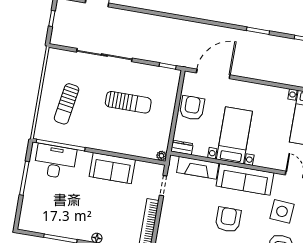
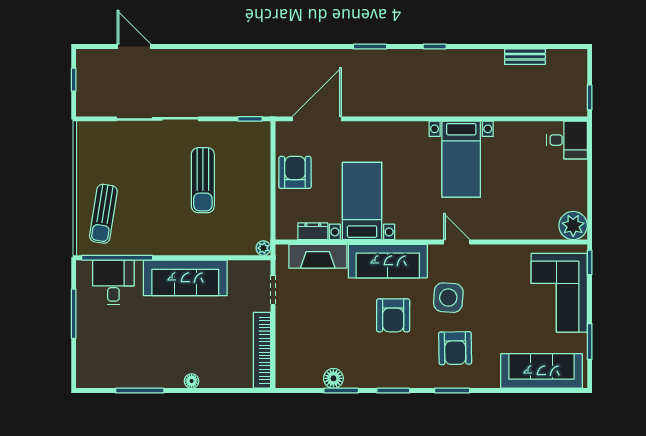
sun lounger: (128, 102) -> (203, 180), turned 90
sun lounger: (67, 104) -> (103, 214), moved
dresser: (182, 147) -> (313, 231), moved
desk: (55, 161) -> (113, 282), width x0.73
sofa: (112, 168) -> (185, 278), width x1.36
armchair: (228, 220) -> (393, 315), moved, turned 180

